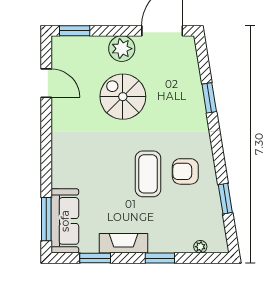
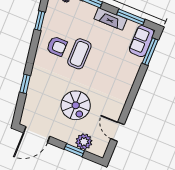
window: (75, 31) -> (74, 150), moved
plant: (122, 49) -> (84, 142), moved
sofa: (65, 221) -> (142, 41), width x0.73
window: (95, 258) -> (131, 17), width x1.44

